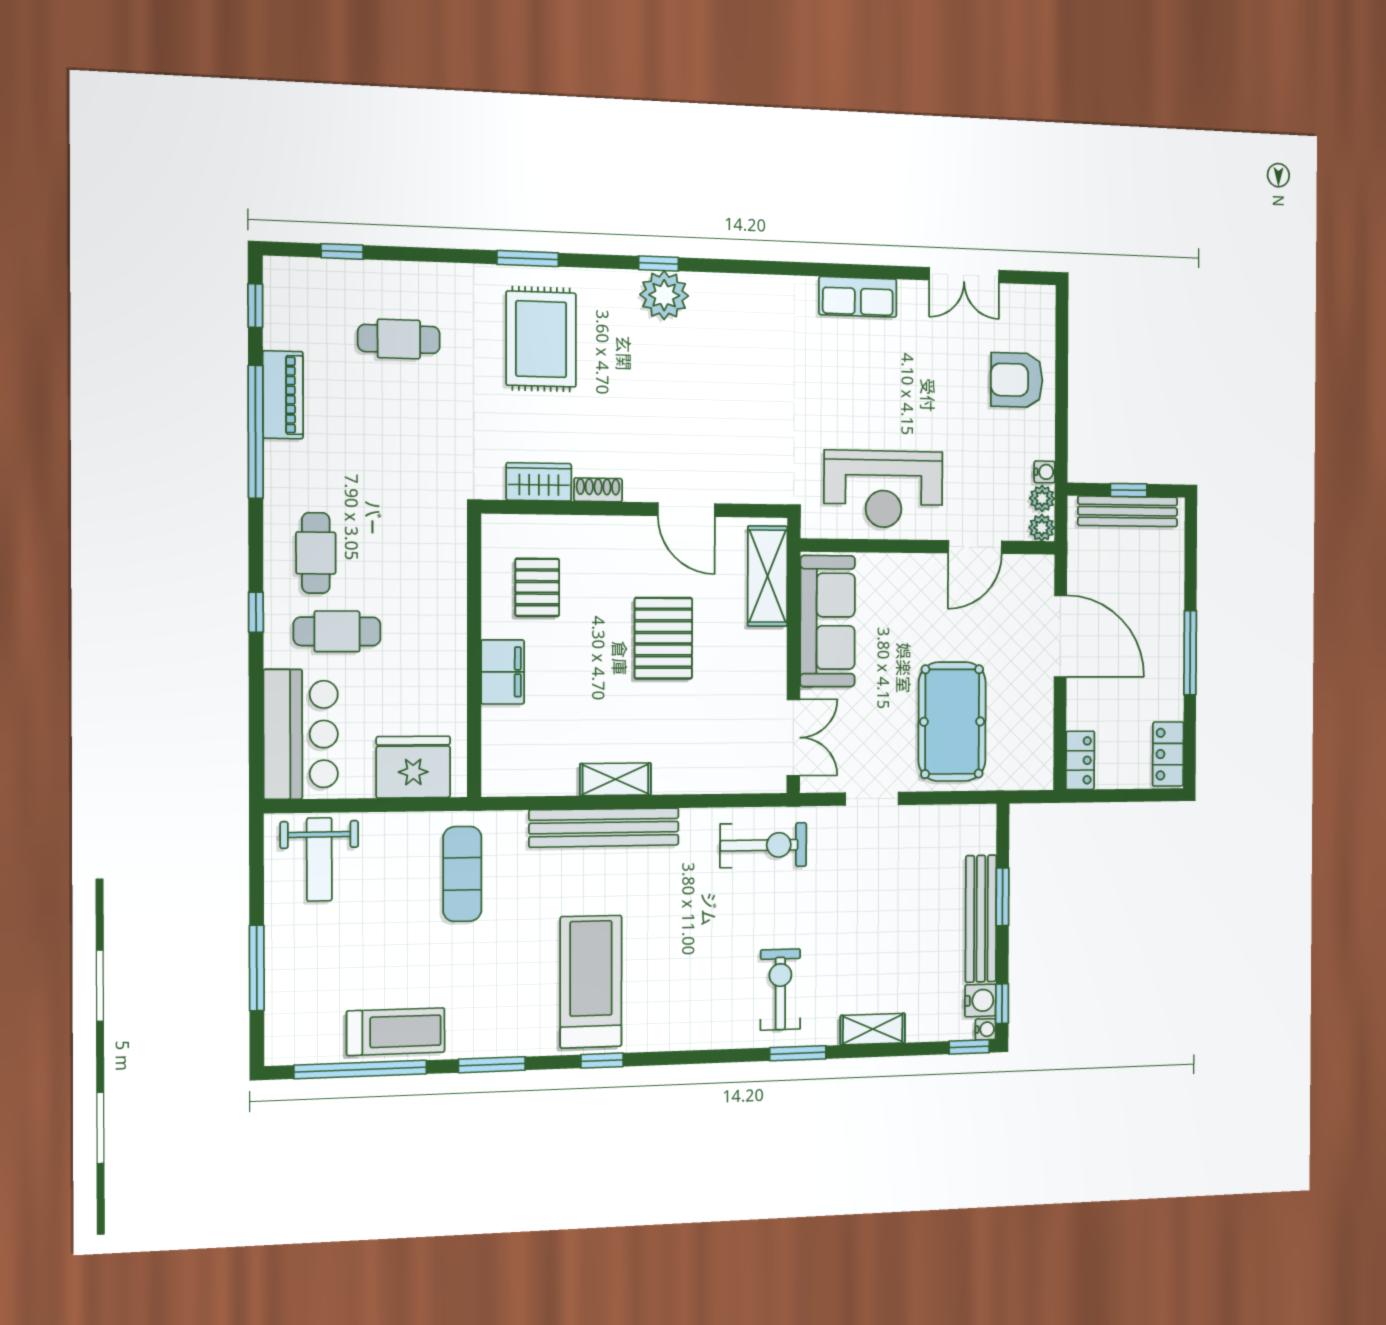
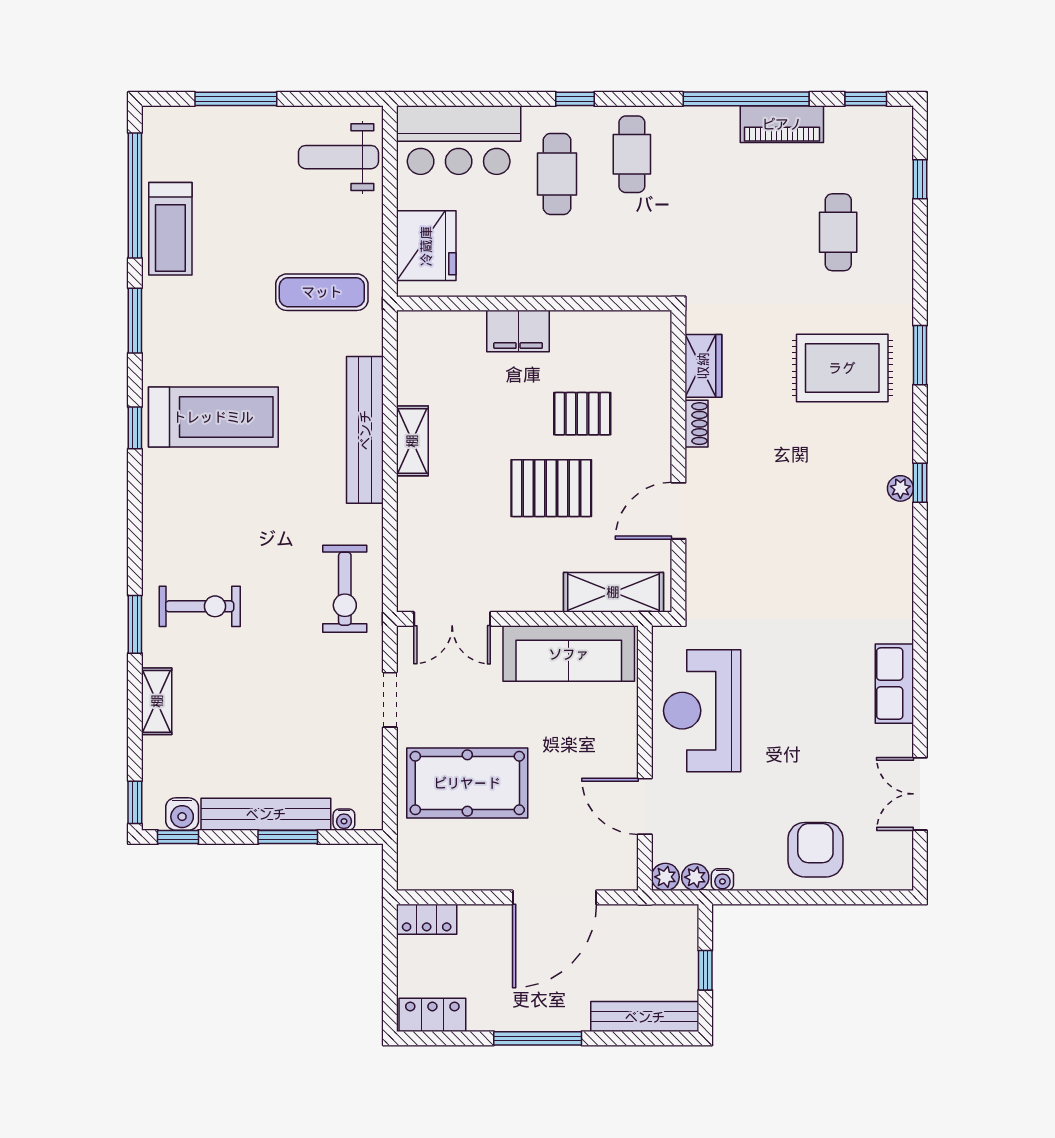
plant: (664, 295) -> (900, 488), width x0.53, depth x0.53
bench: (1128, 511) -> (645, 1017), moved, turned 90
cafe table: (316, 553) -> (632, 154), turned 90
pallet: (537, 587) -> (582, 414), moved
water cooler: (985, 1029) -> (344, 820), moved

